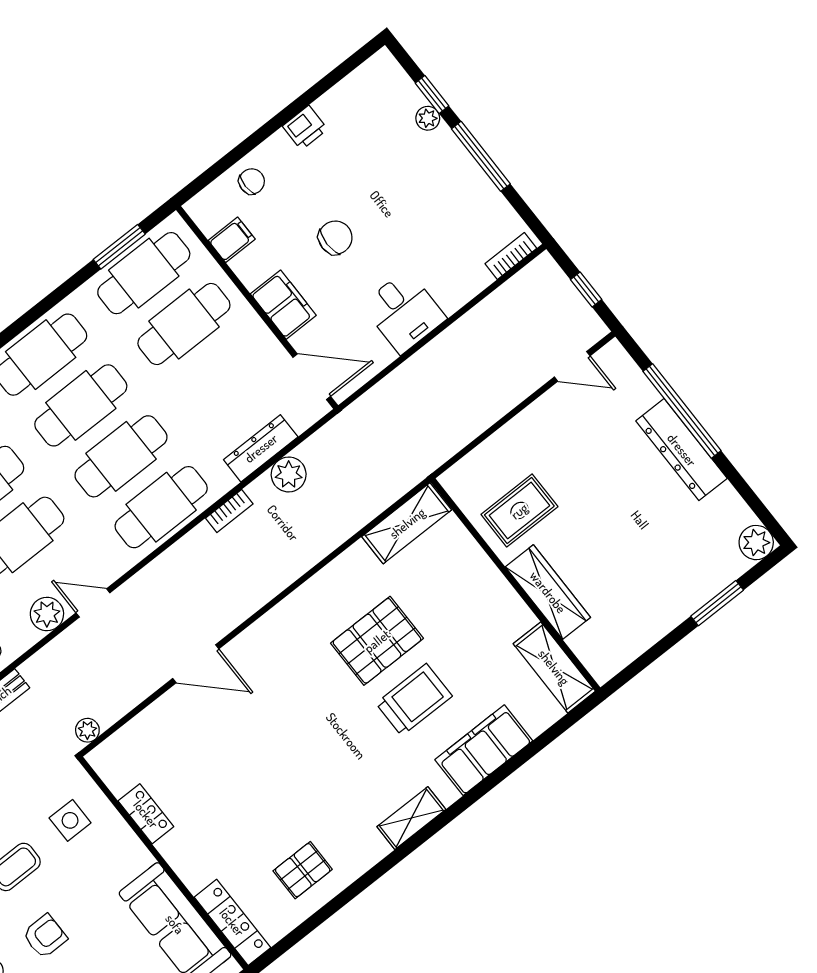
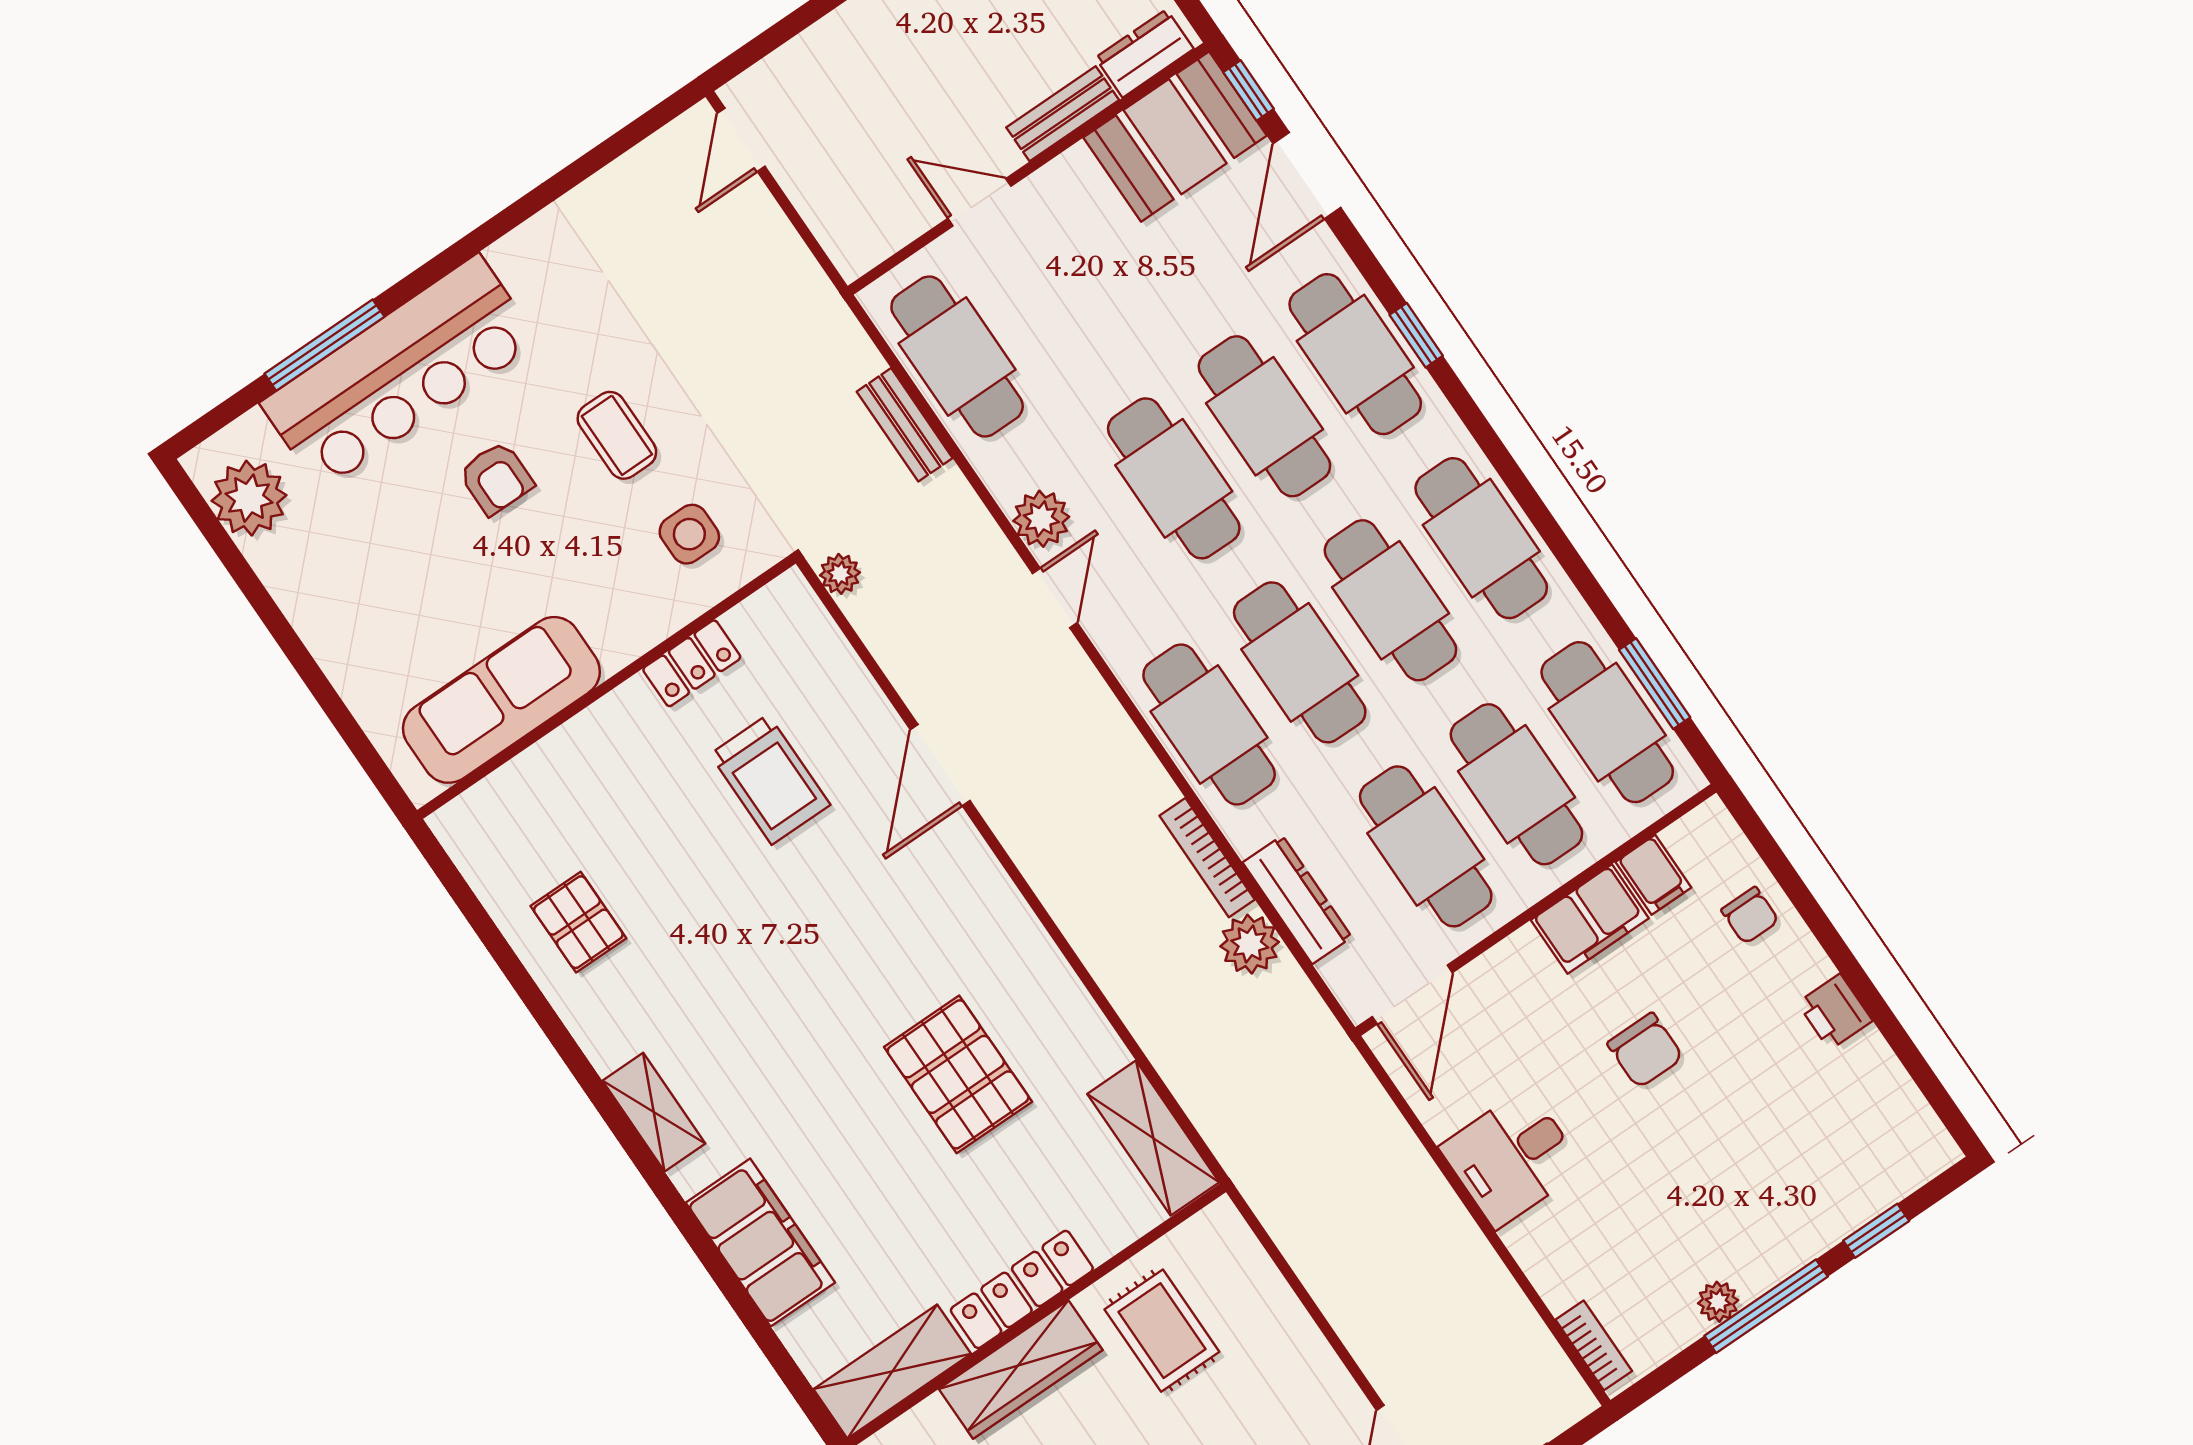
plant: (428, 118) -> (1718, 1302), moved
filing cabinet: (283, 305) -> (1590, 919), moved
cafe table: (224, 375) -> (1426, 846), added
bookcase: (229, 511) -> (1207, 858), width x1.56
trolley: (414, 700) -> (770, 779), moved
locker: (232, 922) -> (1022, 1289), moved, turned 180

